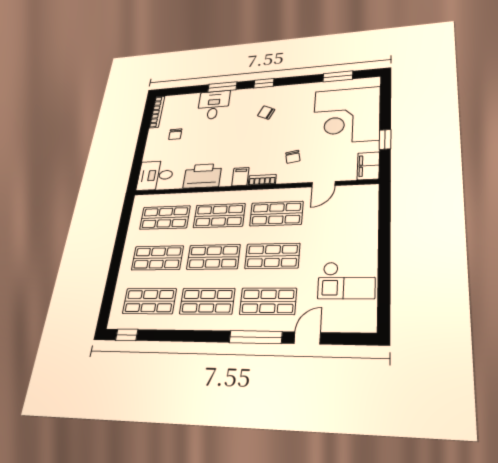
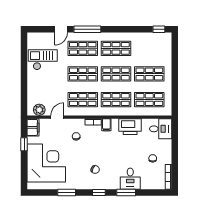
window: (338, 76) -> (67, 192), moved
plant: (356, 194) -> (39, 110), added
shop shelf: (149, 301) -> (149, 48), removed

